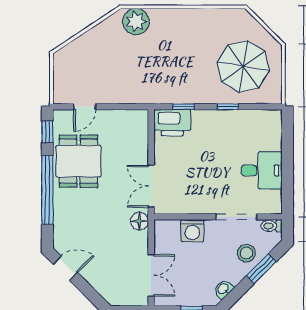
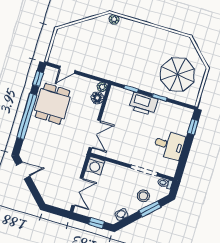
plant: (136, 22) -> (114, 19), width x0.53, depth x0.53
plant: (141, 116) -> (102, 87), added
printer: (172, 123) -> (143, 104), moved
window: (287, 134) -> (193, 127), added
double door: (151, 186) -> (95, 134), swing flipped
floor lamp: (140, 221) -> (97, 98), moved
washing machine: (192, 231) -> (95, 166), moved

